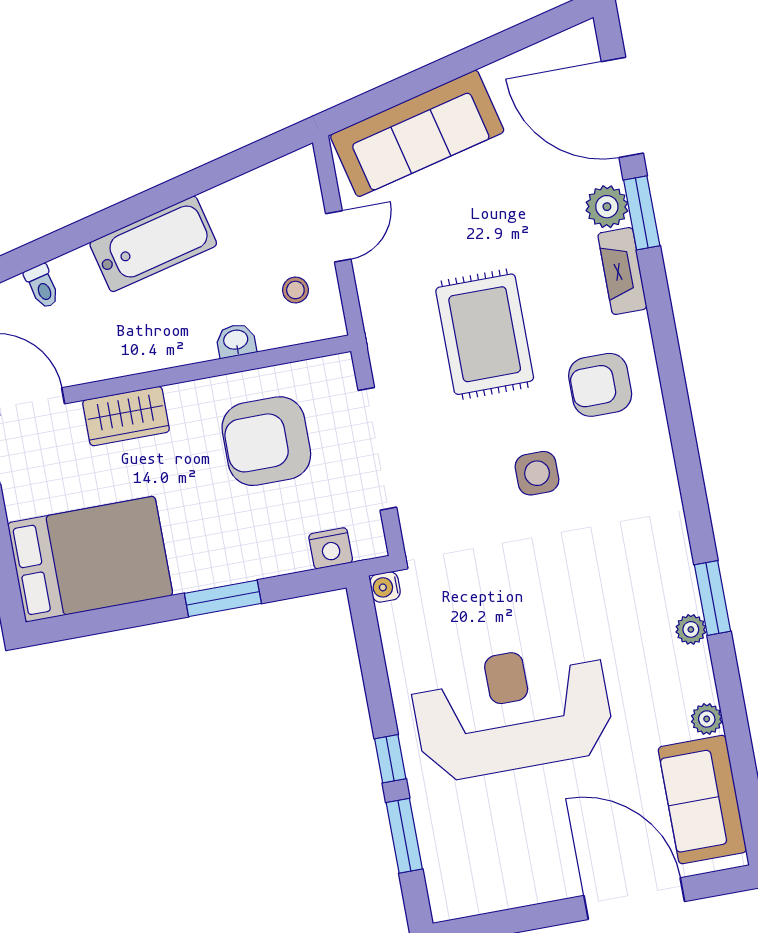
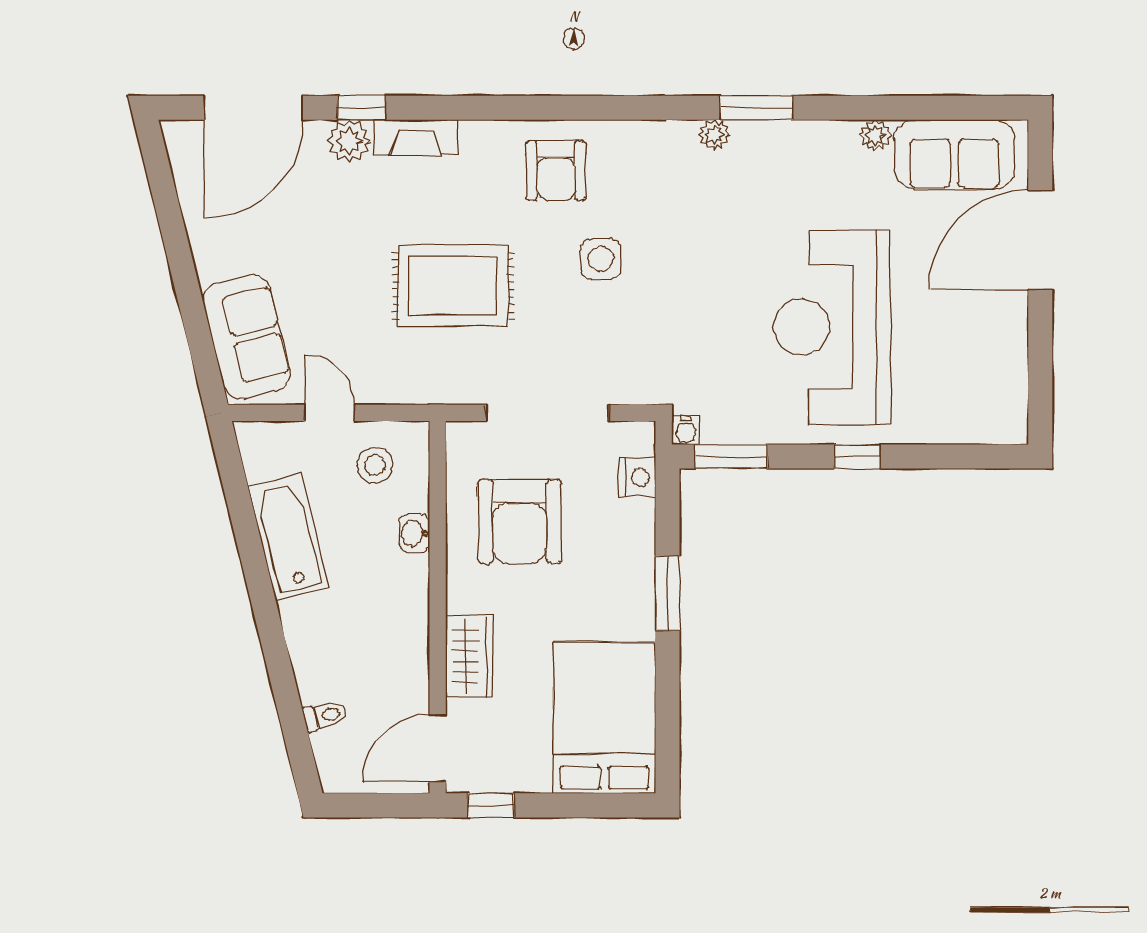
sofa: (417, 133) -> (247, 337), width x0.73
window: (642, 213) -> (362, 108), width x0.67
bathtub: (153, 244) -> (288, 536), moved
stool: (295, 290) -> (375, 465), width x1.37, depth x1.37
armchair: (600, 385) -> (556, 171), moved
plant: (691, 629) -> (715, 135), moved
window: (404, 836) -> (731, 457), moved

